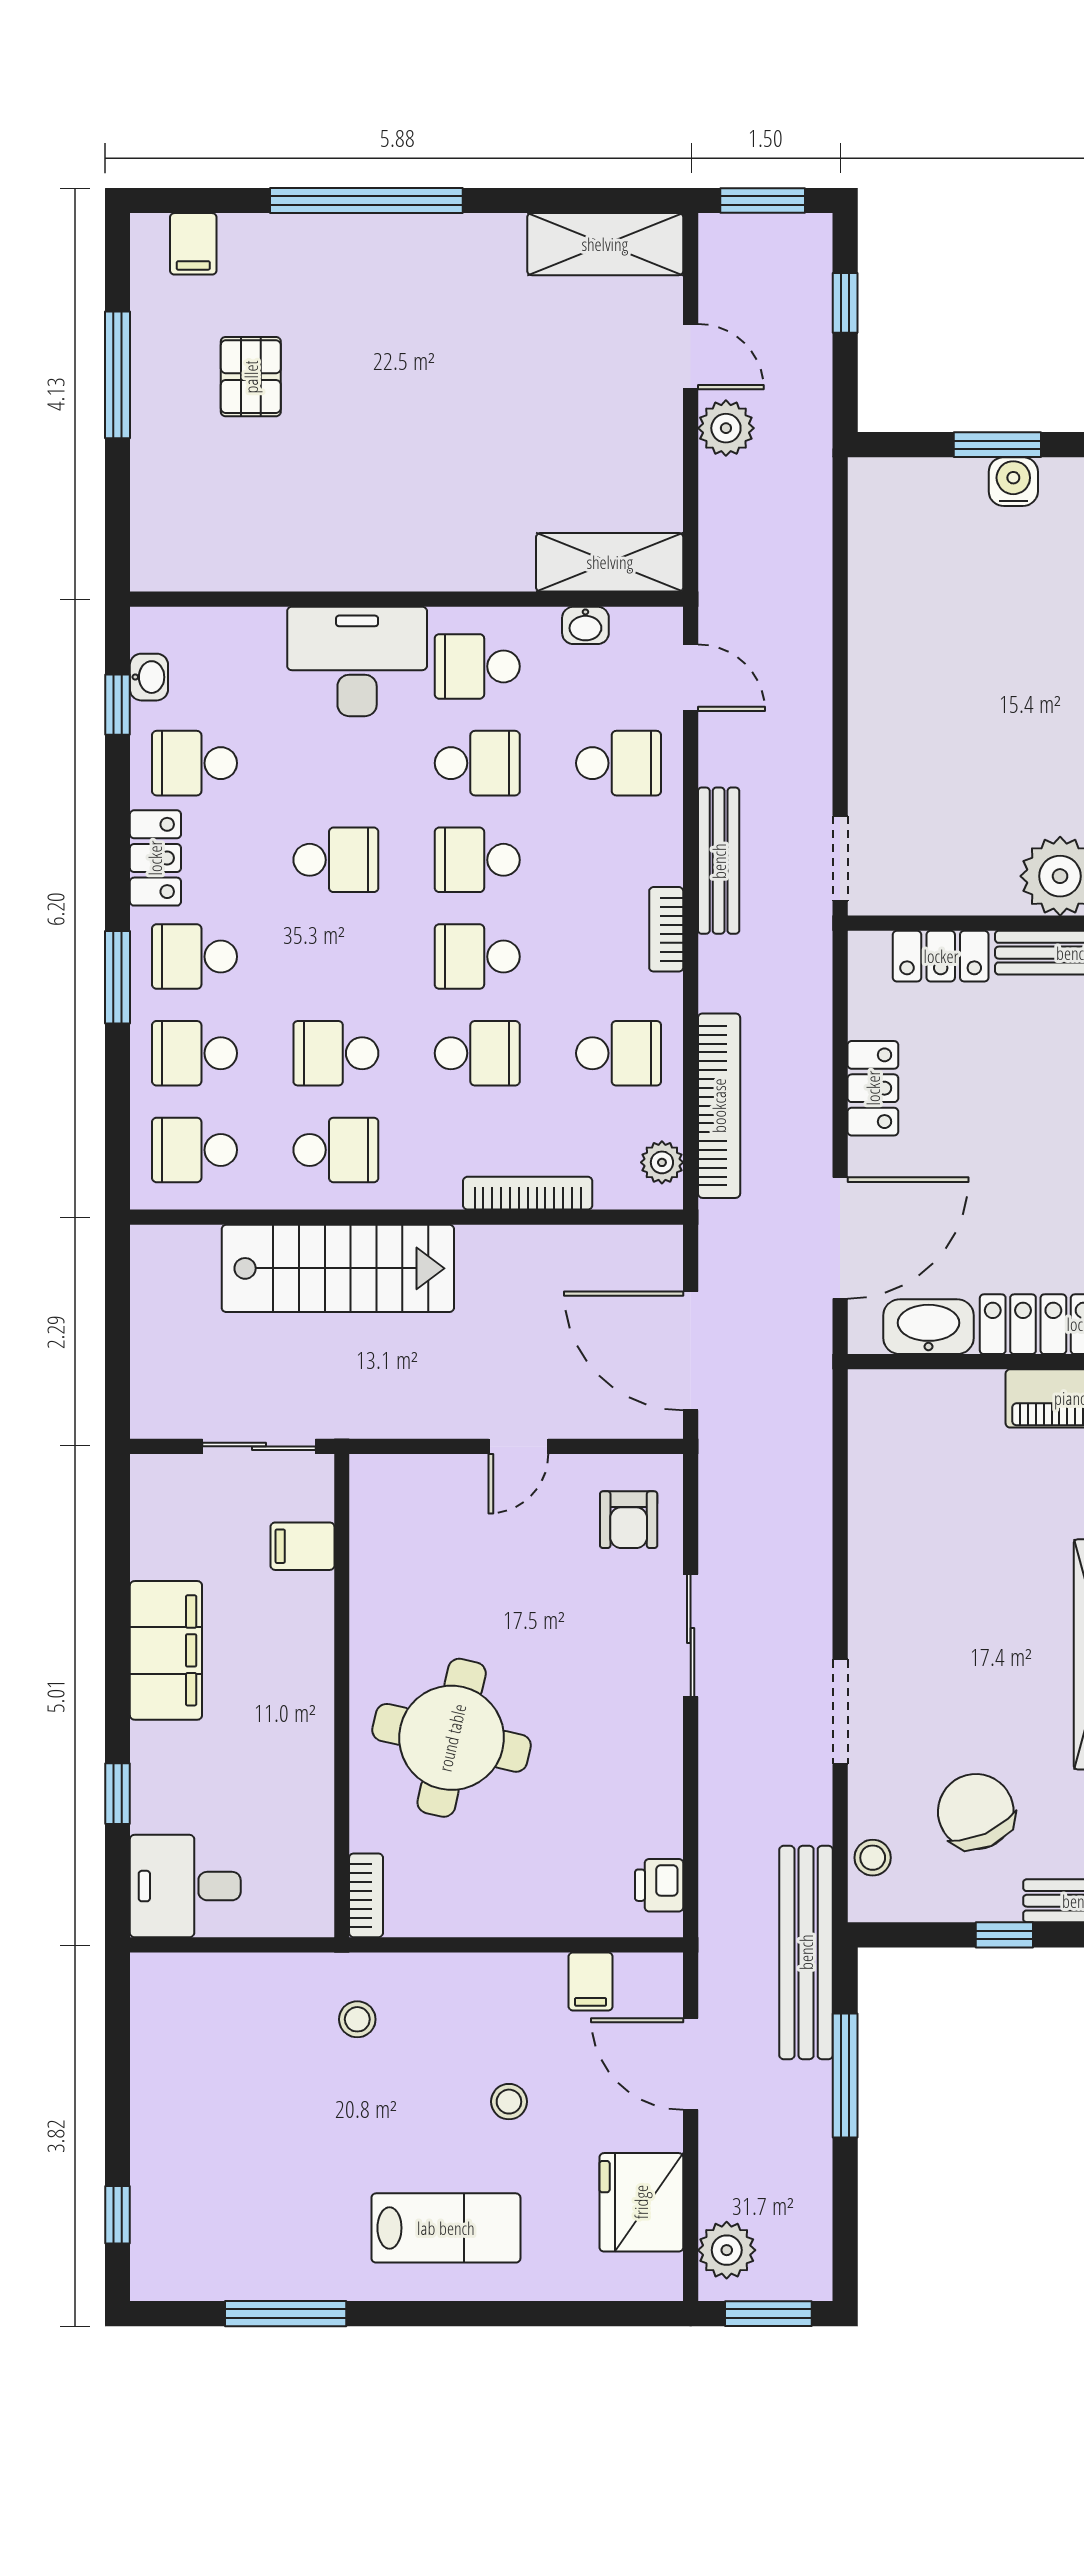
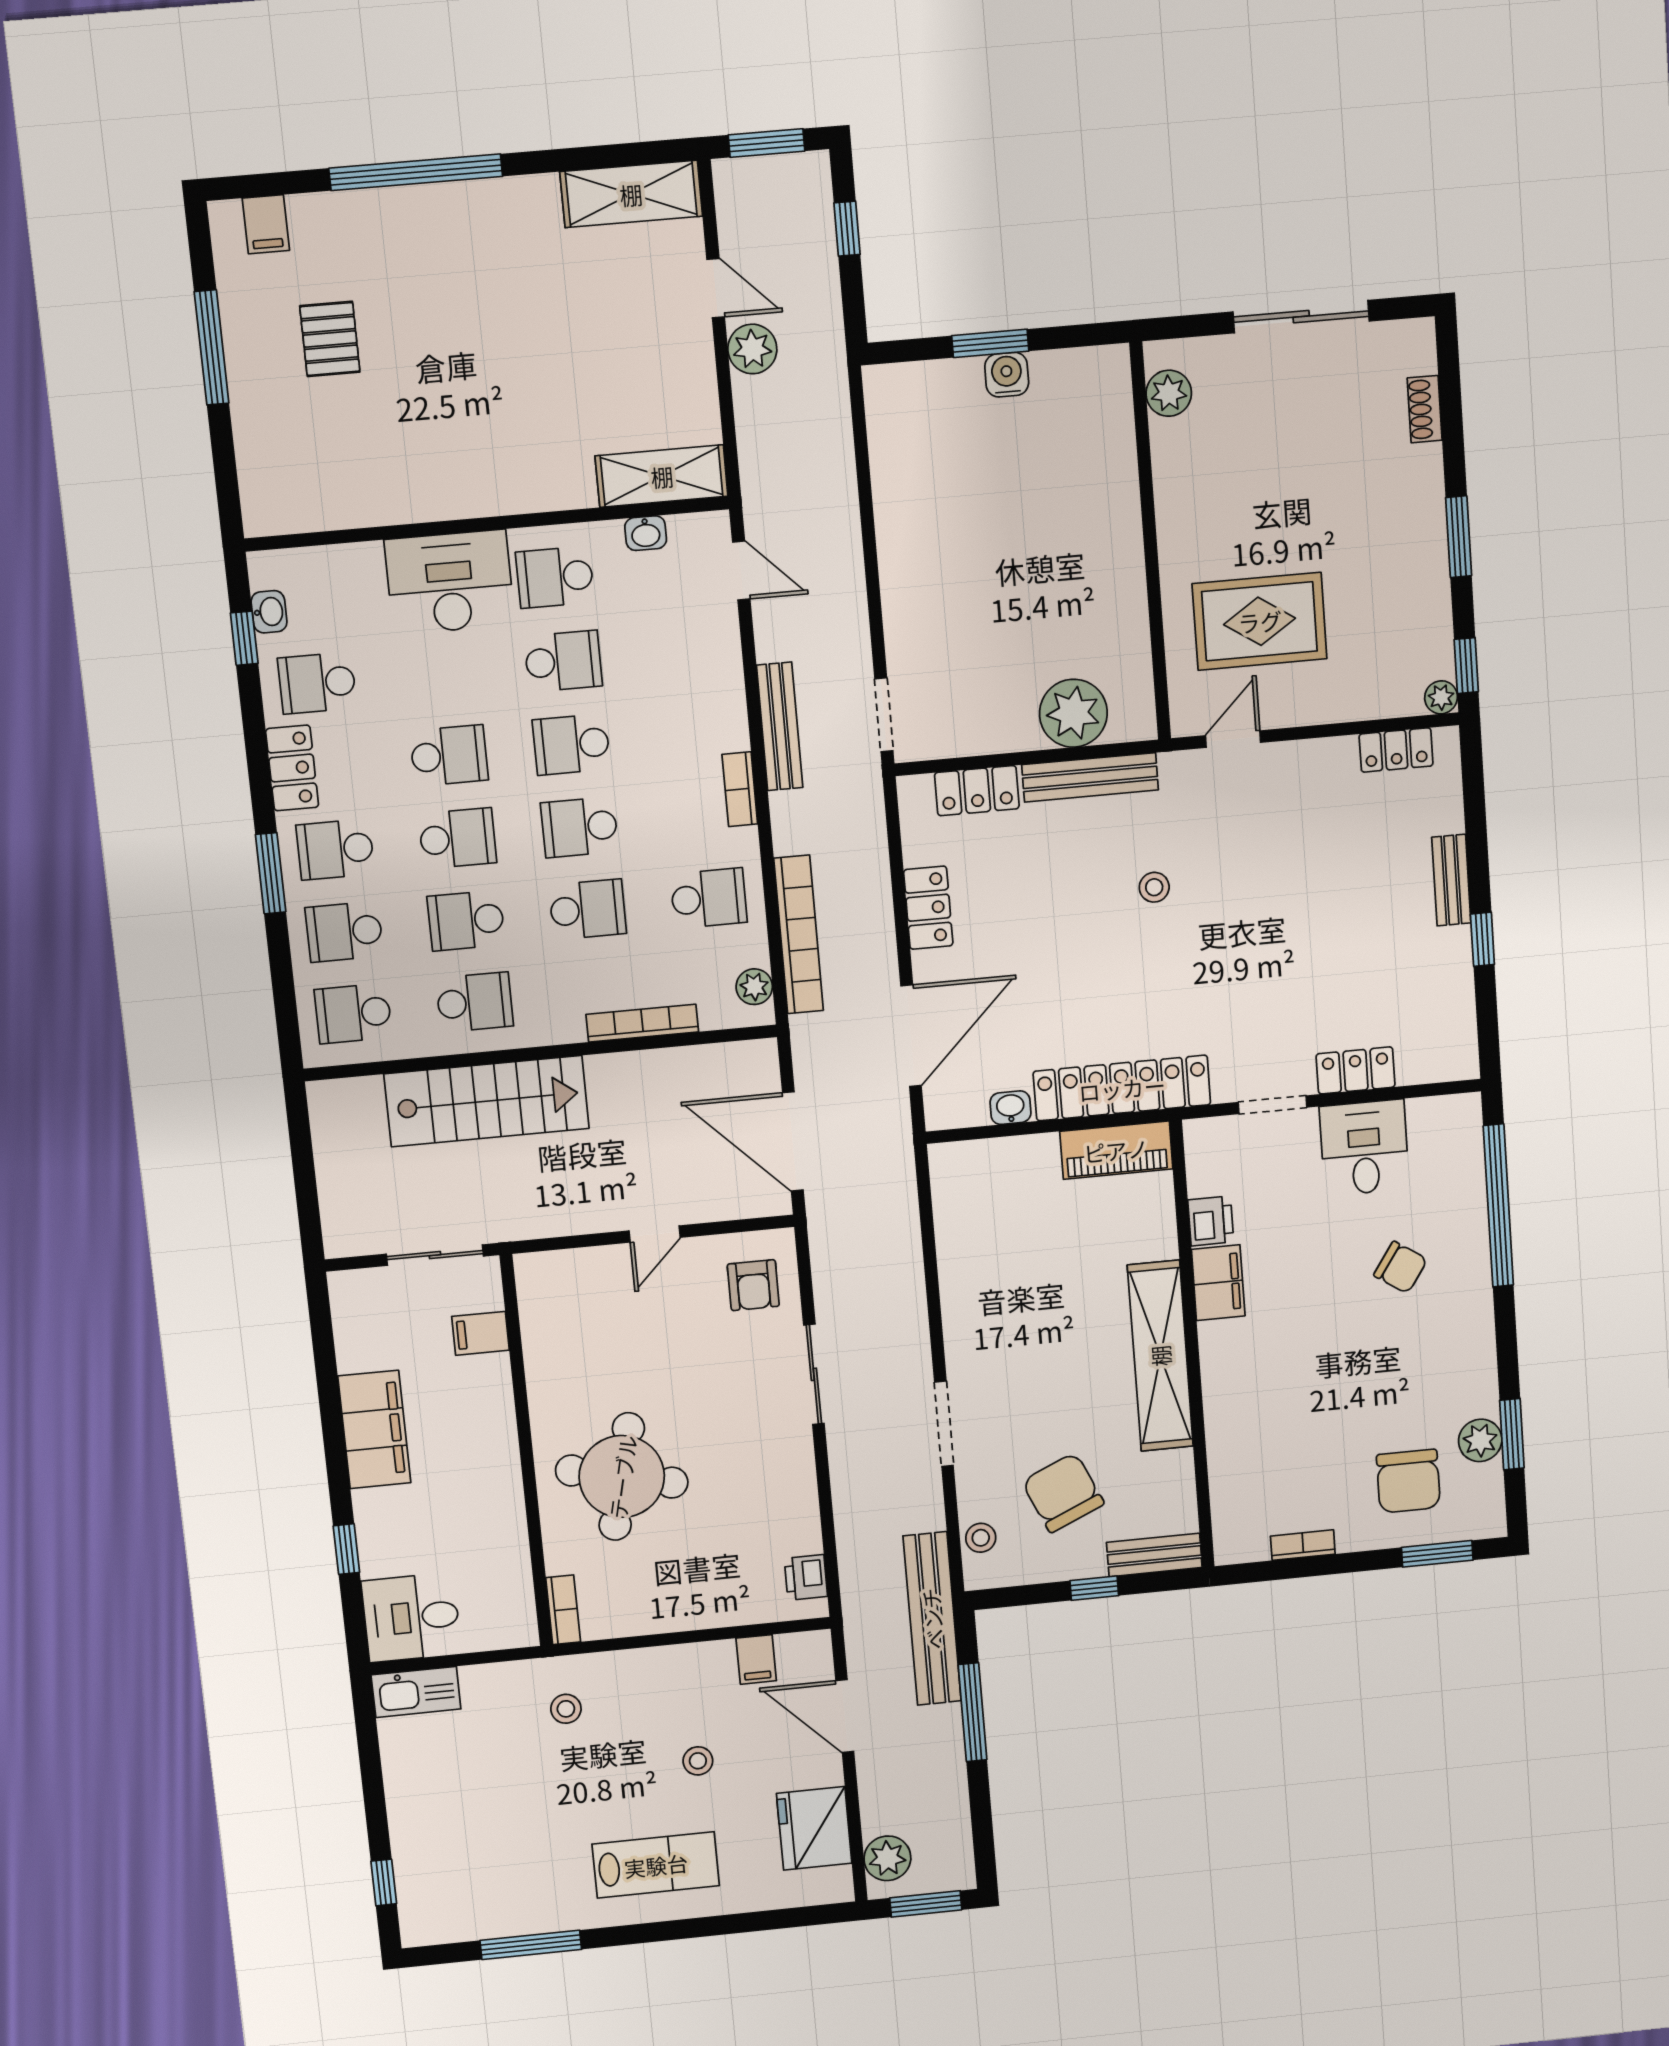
school desk: (619, 763) -> (458, 838), moved
washbasin: (928, 1327) -> (1010, 1108), width x0.52, depth x0.69
kitchen sink: (181, 1979) -> (416, 1692), added

